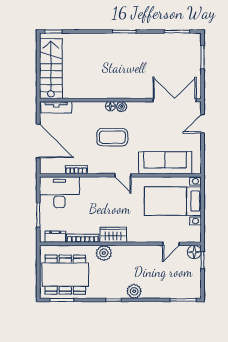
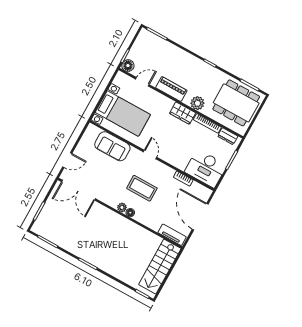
sofa: (165, 163) -> (112, 146), width x0.73
piano: (138, 253) -> (171, 89), added
plant: (134, 291) -> (191, 61), removed

